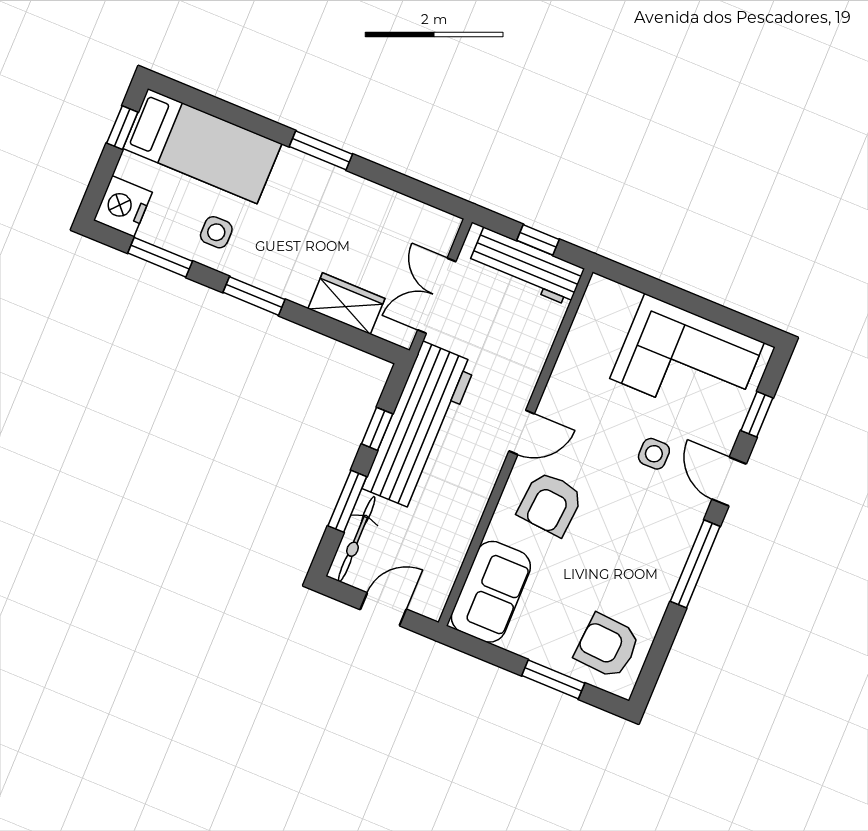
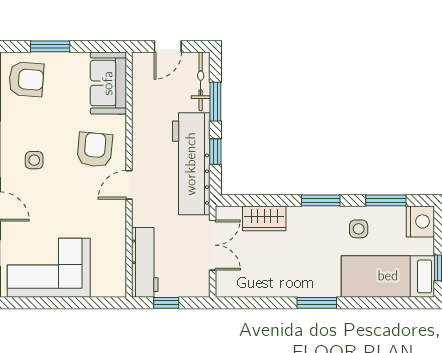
workbench: (526, 267) -> (145, 262), moved, turned 90
side table: (654, 454) -> (34, 160), moved

